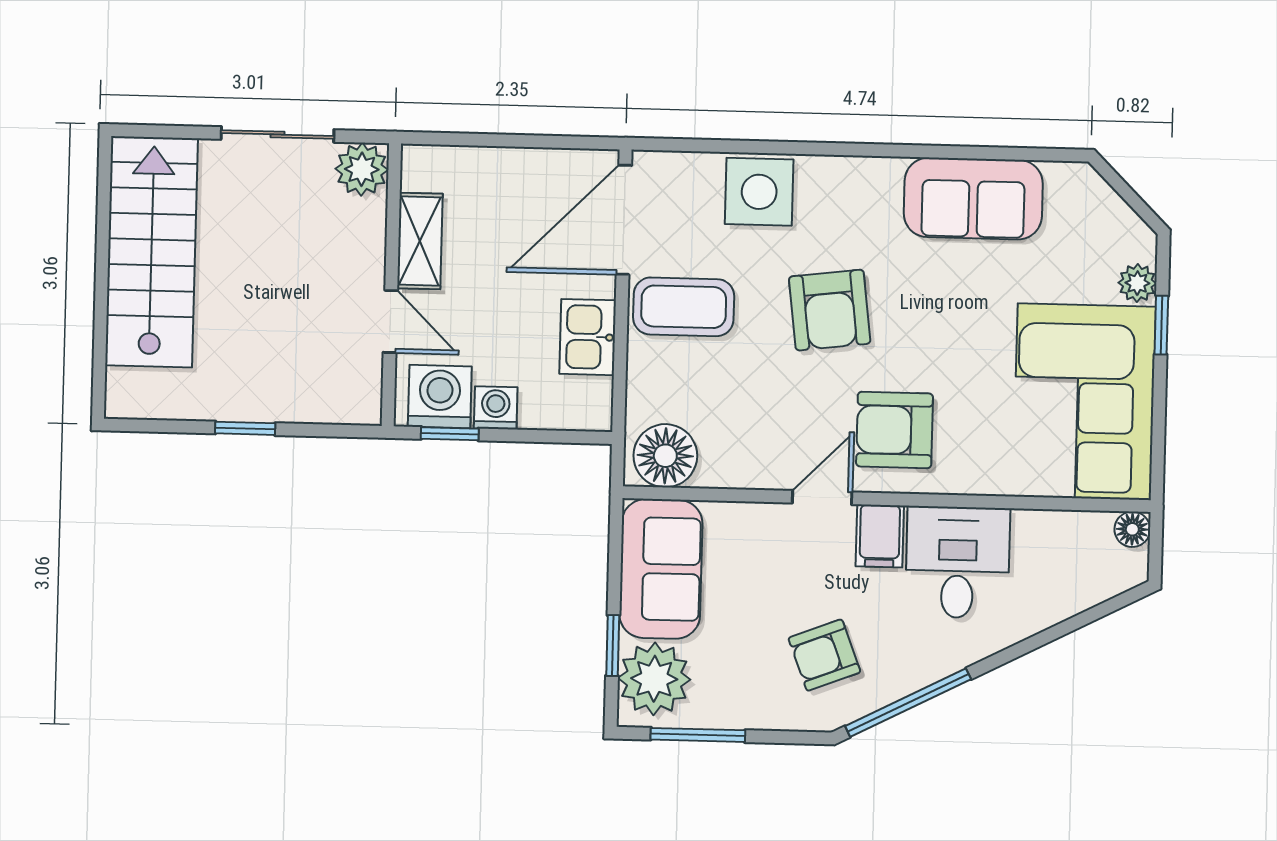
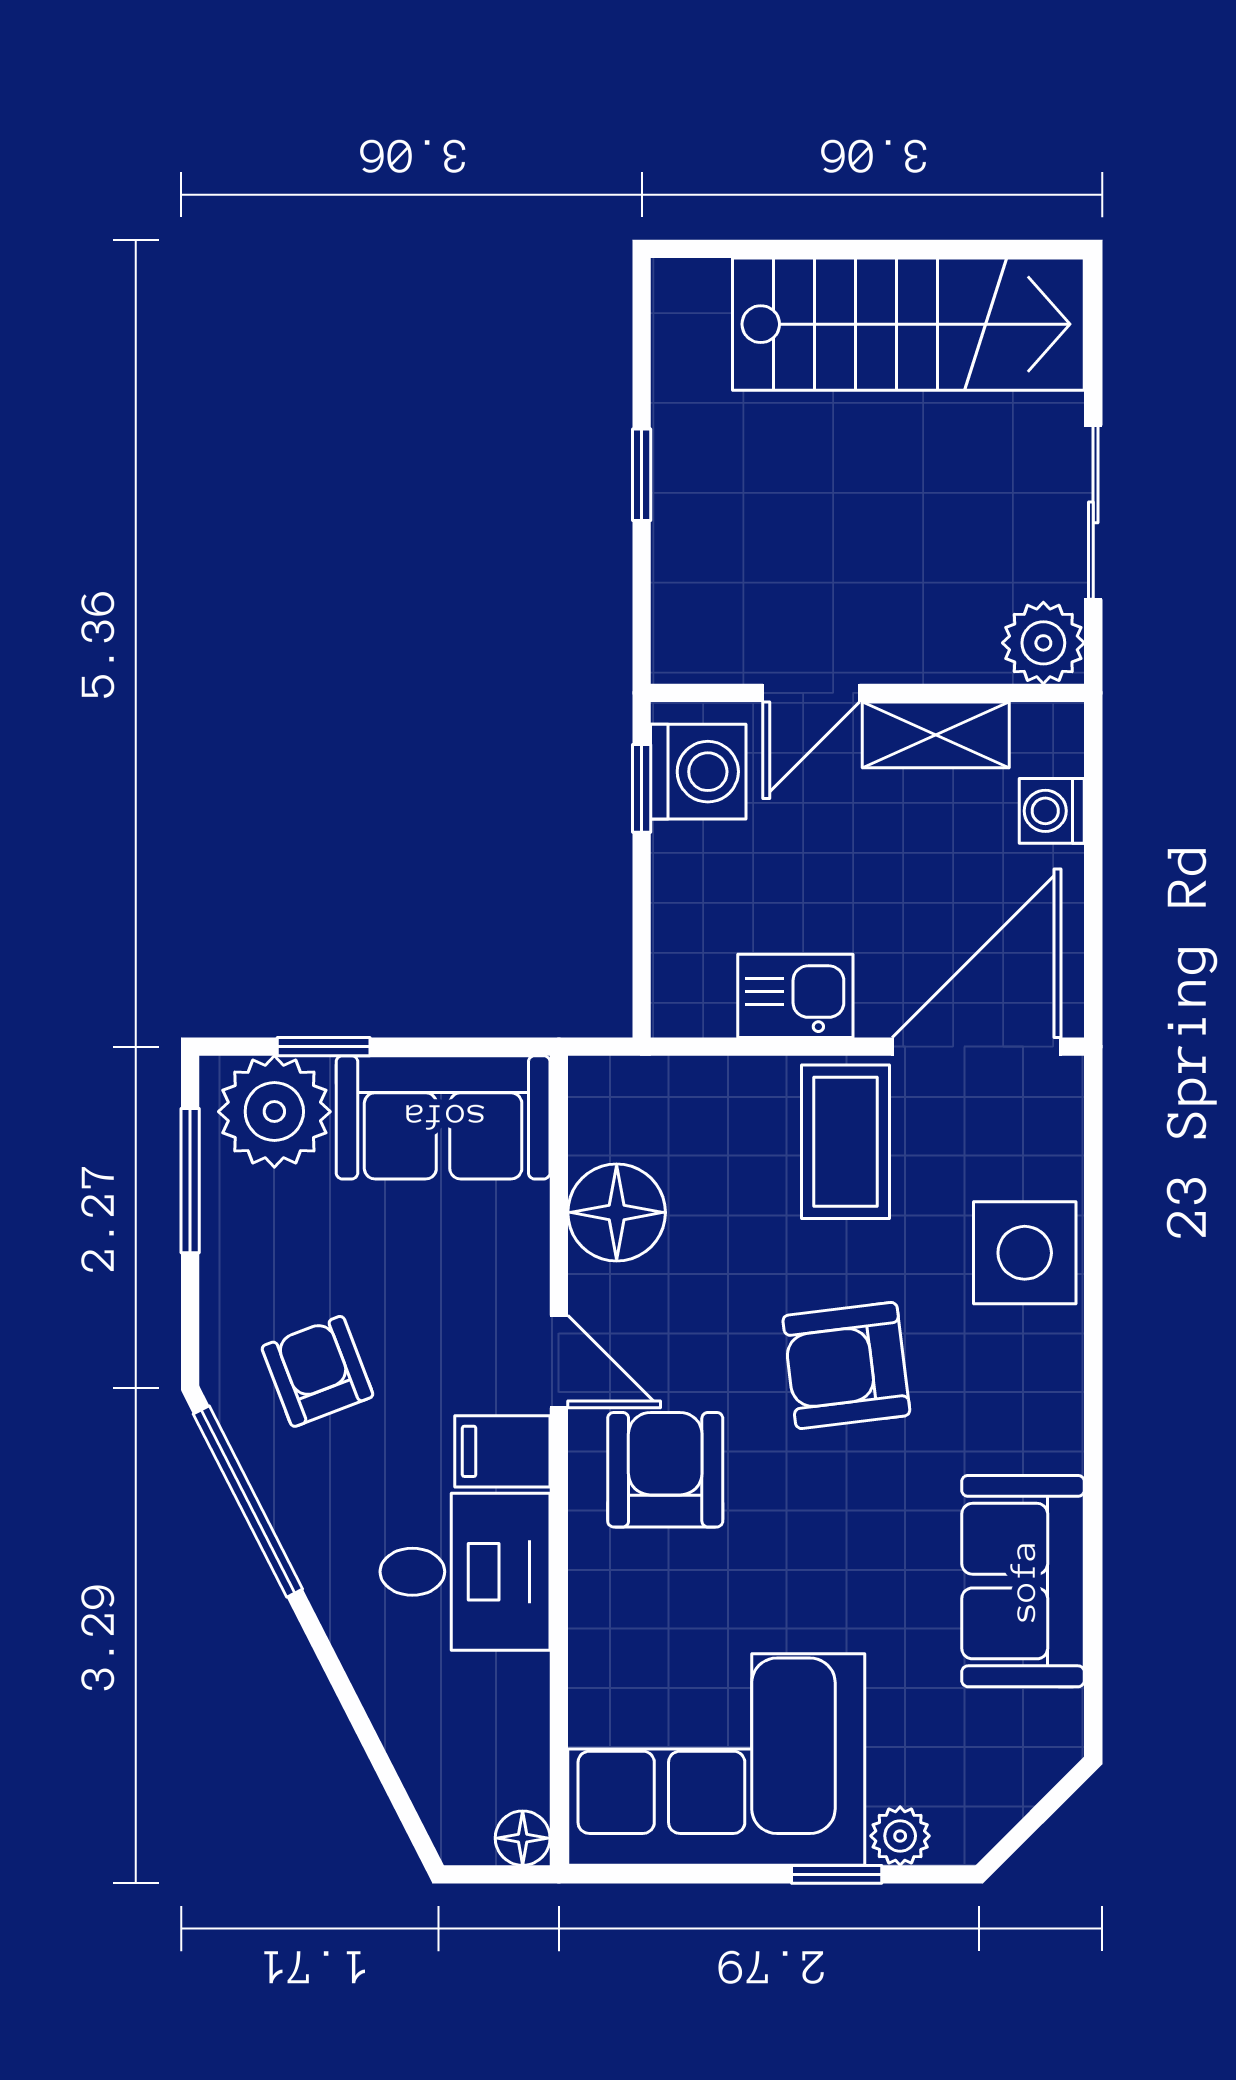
door: (624, 220) -> (976, 1047), hinge flipped
washing machine: (496, 408) -> (1052, 811), moved, turned 180
floor lamp: (665, 456) -> (617, 1212), moved

